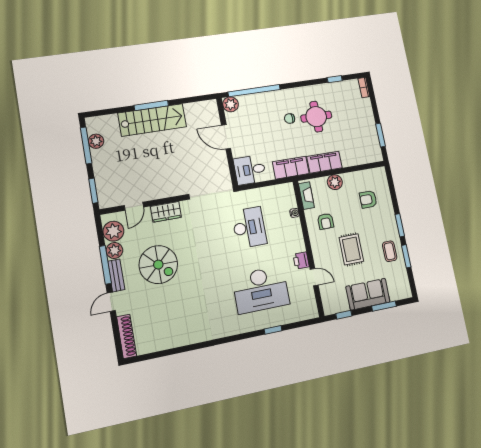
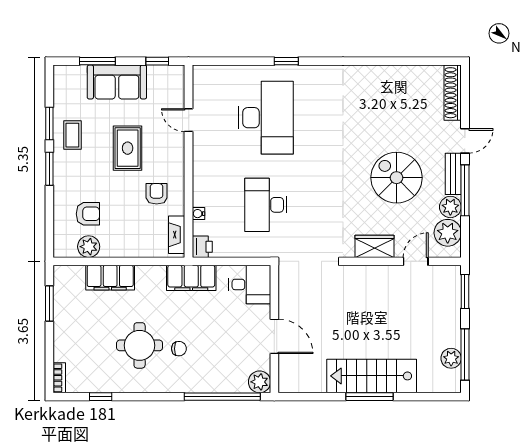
filing cabinet: (324, 162) -> (110, 278), moved
plant: (335, 182) -> (89, 247), moved
printer: (301, 260) -> (202, 247), moved
desk: (261, 290) -> (266, 118), turned 90
window: (273, 330) -> (286, 61), moved

